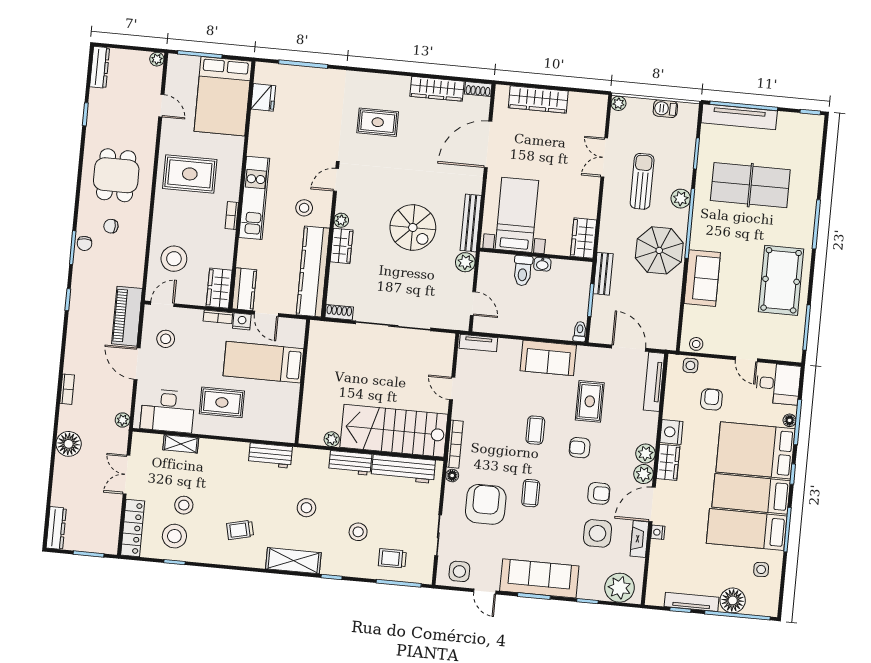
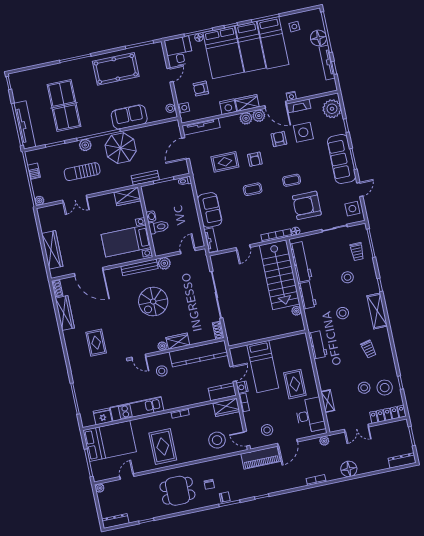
kitchen unit: (254, 198) -> (137, 409), moved
spiral stairs: (413, 227) -> (153, 302), turned 180
sofa: (548, 358) -> (210, 210), moved

